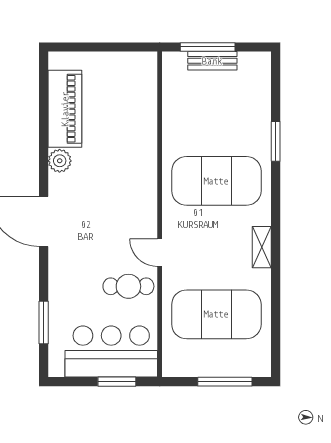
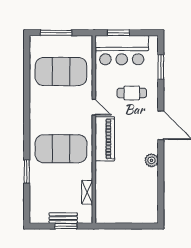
window: (208, 47) -> (66, 226), width x0.69
piano: (65, 109) -> (105, 139), moved, turned 180
shelving: (262, 247) -> (87, 192), moved
cafe table: (128, 286) -> (132, 93), moved

